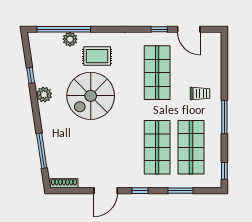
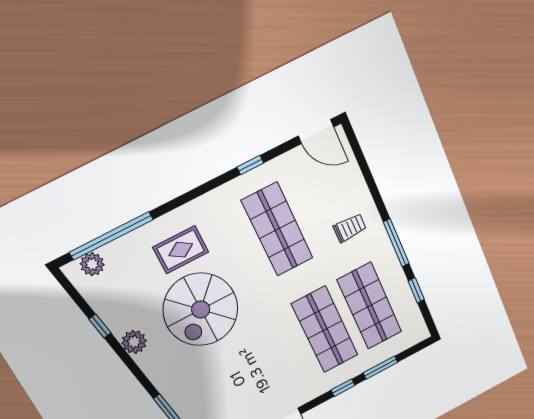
door: (189, 29) -> (316, 132), moved
plant: (70, 39) -> (92, 264), moved
window: (224, 171) -> (416, 290), moved
window: (140, 191) -> (343, 388), moved

